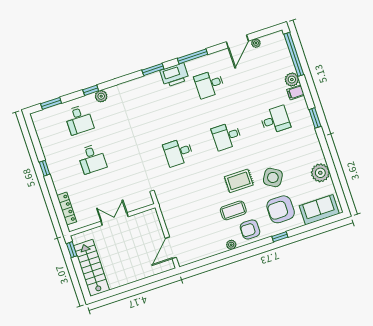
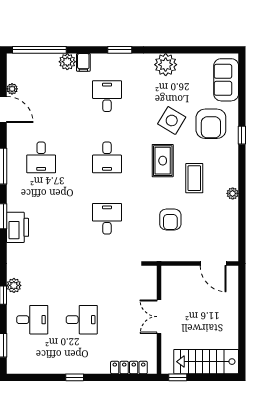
printer: (174, 75) -> (18, 227), moved
desk: (178, 152) -> (107, 219), turned 180
plant: (320, 173) -> (166, 65), moved
armchair: (250, 229) -> (170, 219), moved

